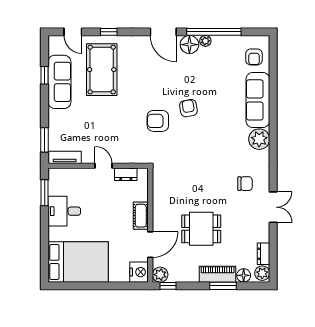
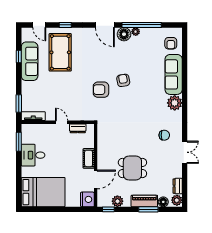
plant: (160, 275) -> (117, 201), moved

